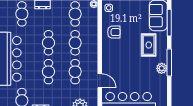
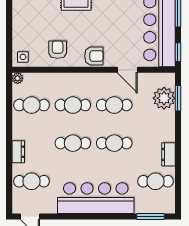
armchair: (109, 57) -> (94, 56), added
door: (100, 81) -> (127, 70), swing flipped

